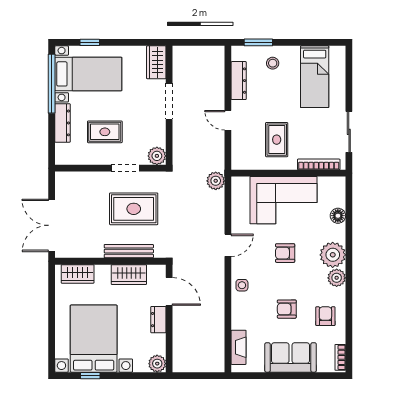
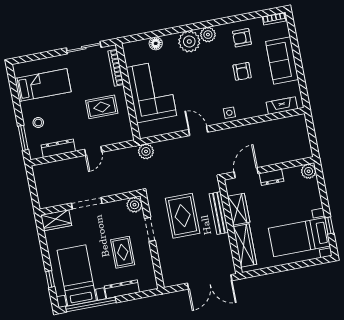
armchair: (285, 253) -> (195, 82), removed
wardrobe: (78, 274) -> (245, 246), width x1.50
bed with nightstands: (94, 339) -> (299, 237), width x0.73

